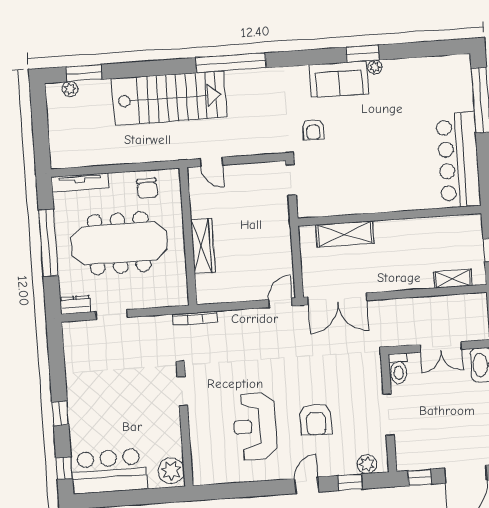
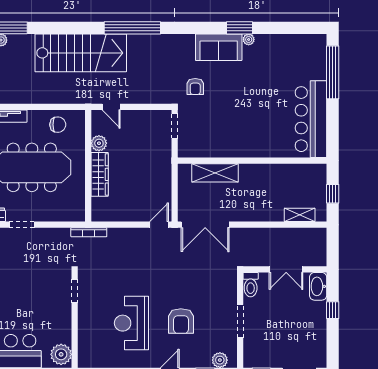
chair: (147, 188) -> (58, 125), turned -87
plant: (200, 208) -> (99, 143), added

